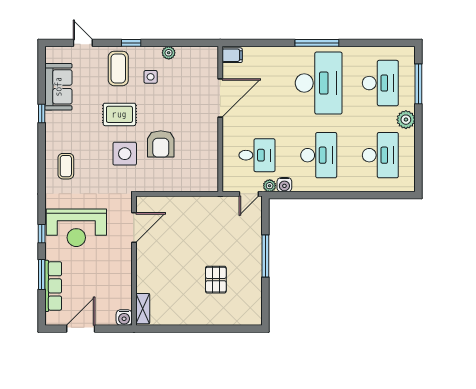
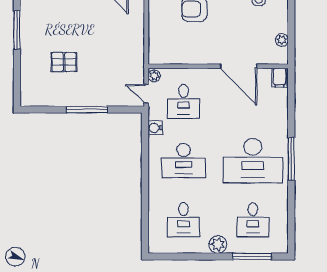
plant: (169, 53) -> (282, 40), moved
desk: (380, 83) -> (253, 220), width x0.73
desk: (380, 155) -> (184, 220), width x0.73
plant: (270, 186) -> (154, 76), moved
window: (182, 329) -> (17, 30), added

